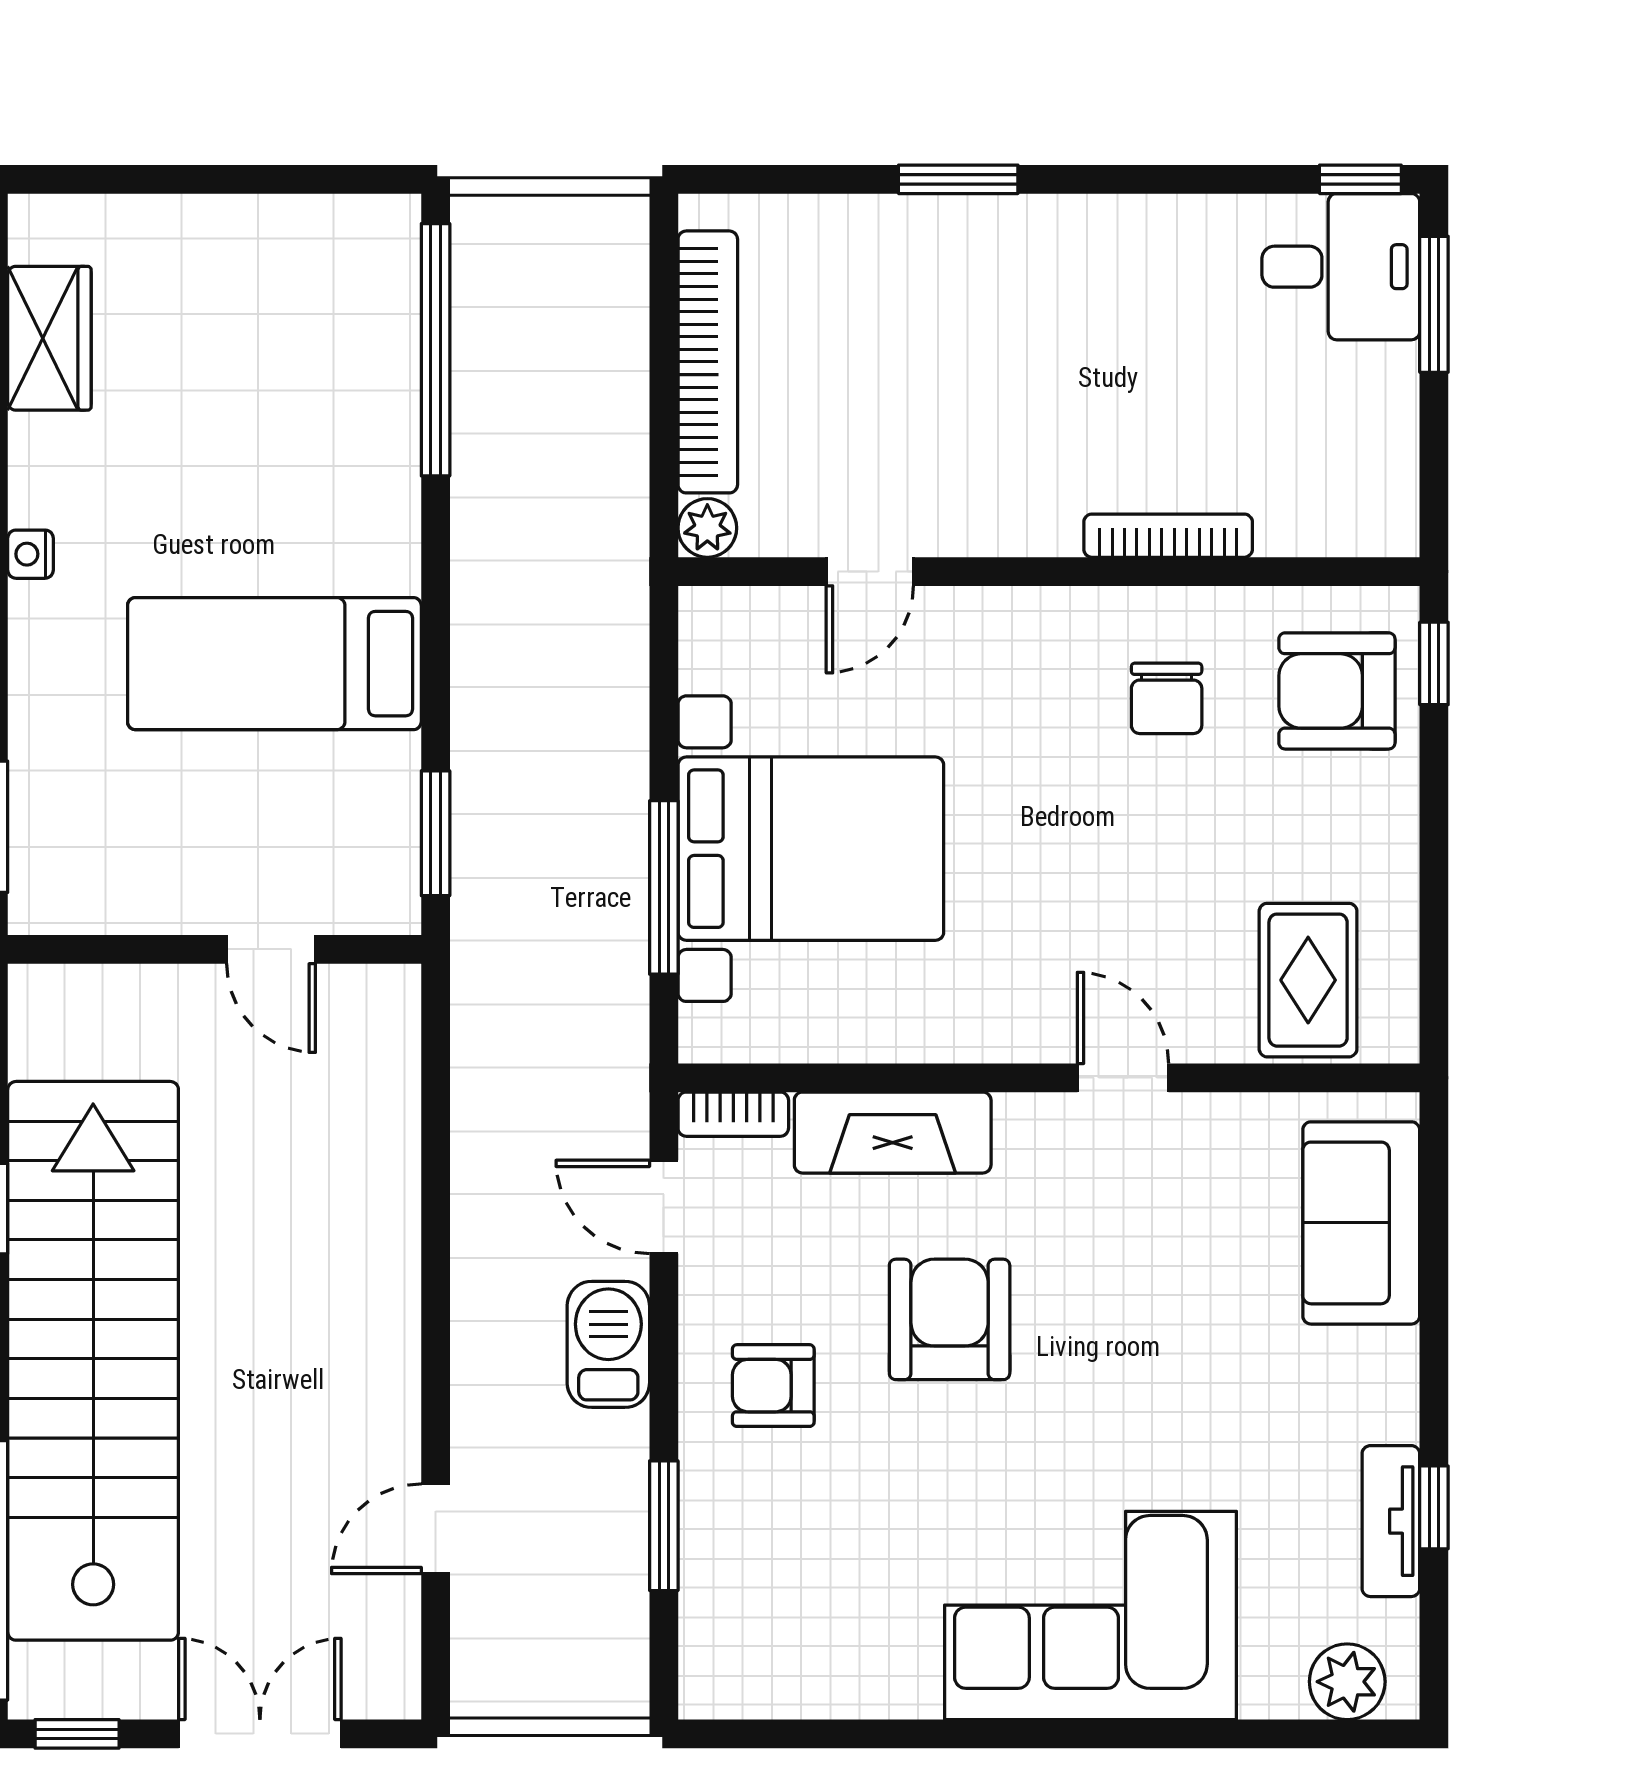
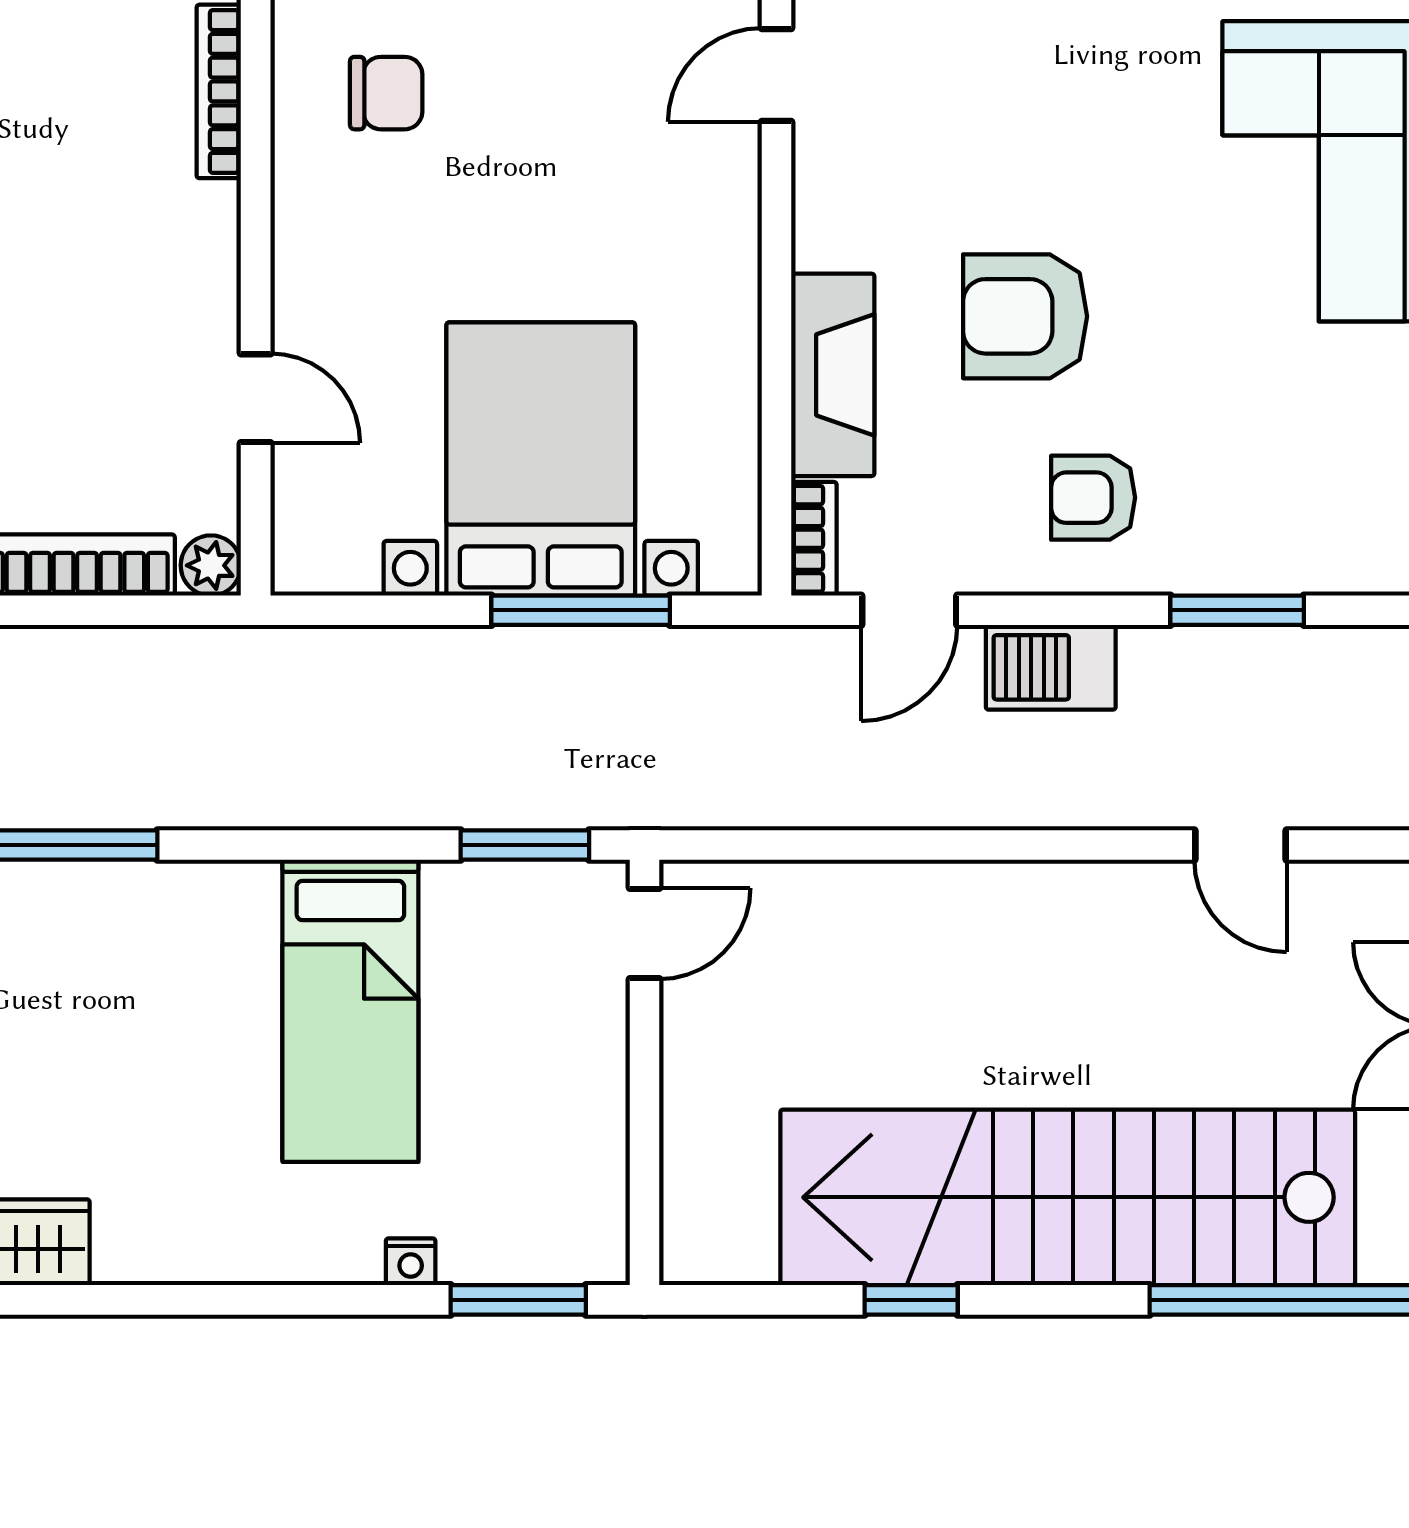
nightstand: (31, 554) -> (411, 1262), moved
door: (271, 949) -> (644, 934), moved
door: (1123, 1078) -> (777, 75), moved
armchair: (773, 1386) -> (1093, 498), turned 90

